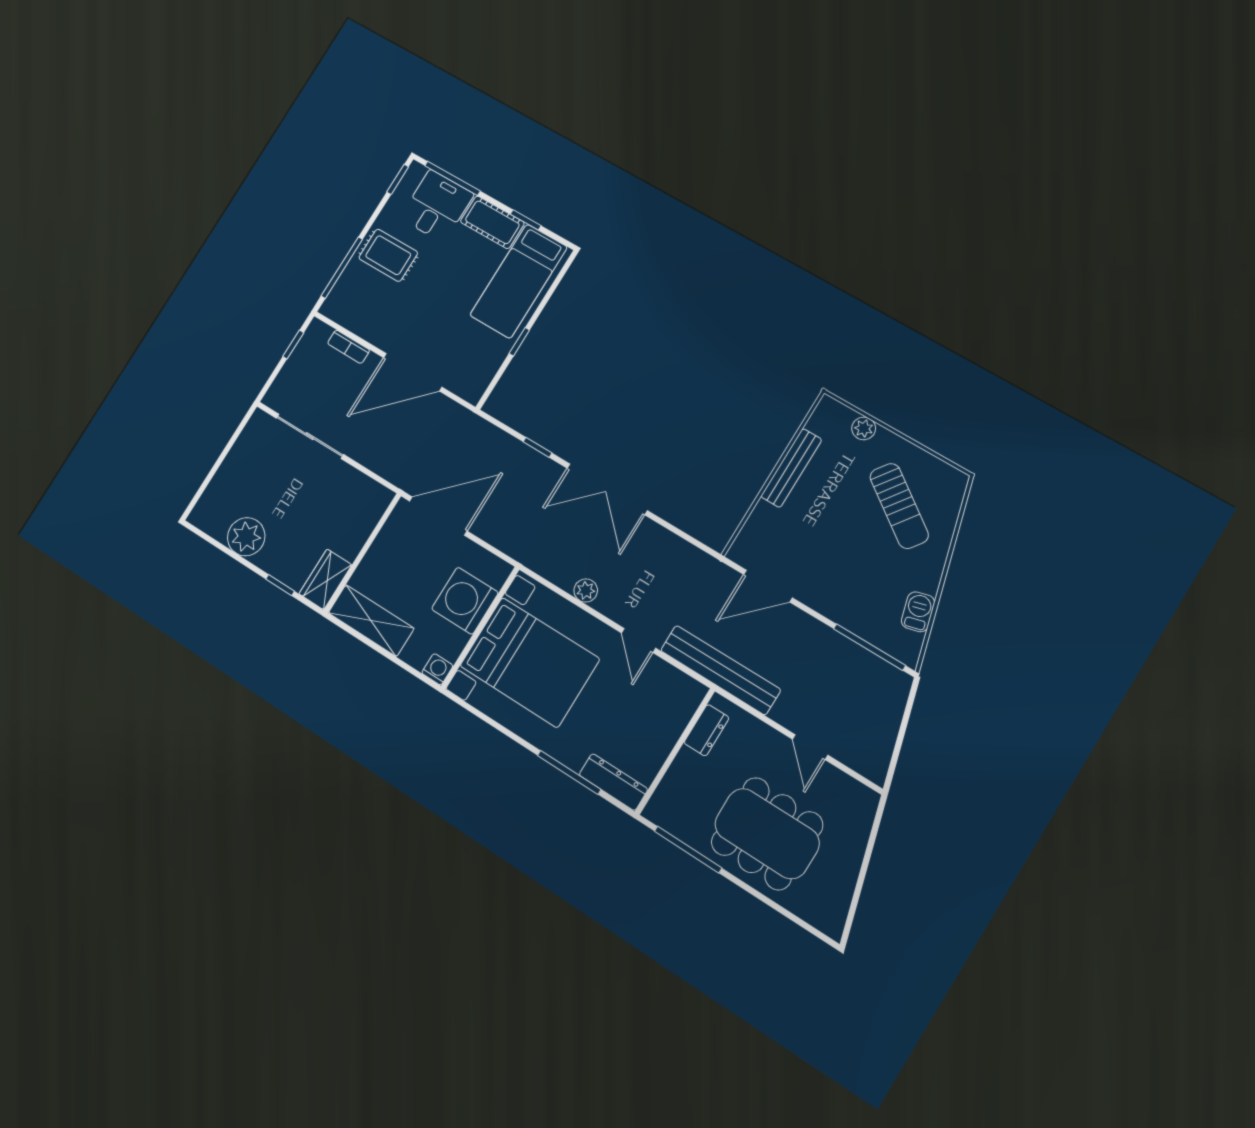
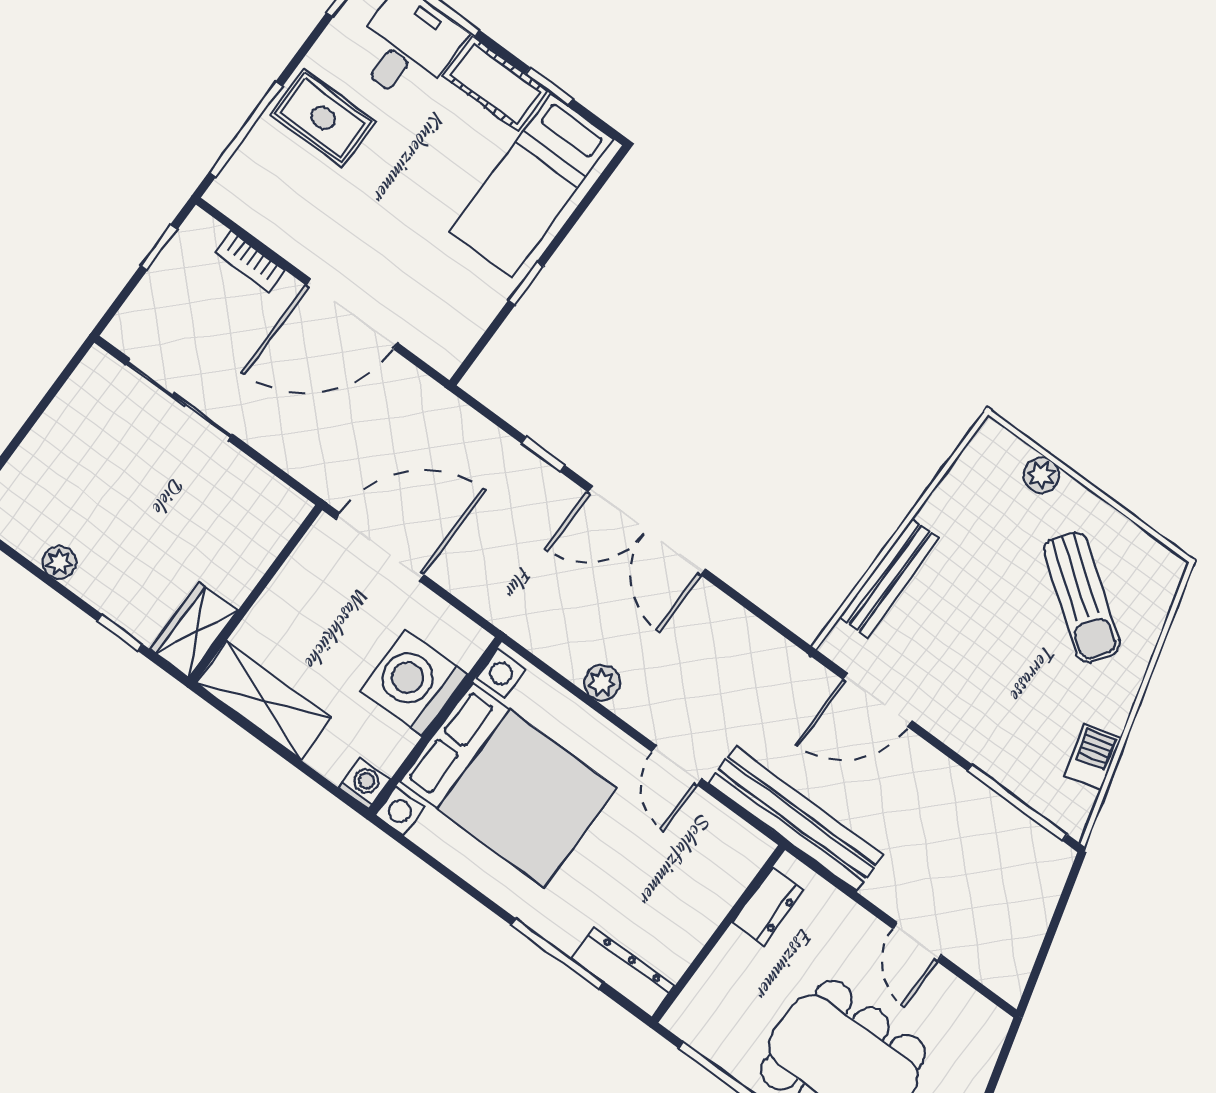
bench: (791, 468) -> (889, 578), moved
plant: (246, 537) -> (59, 563), width x0.53, depth x0.53

